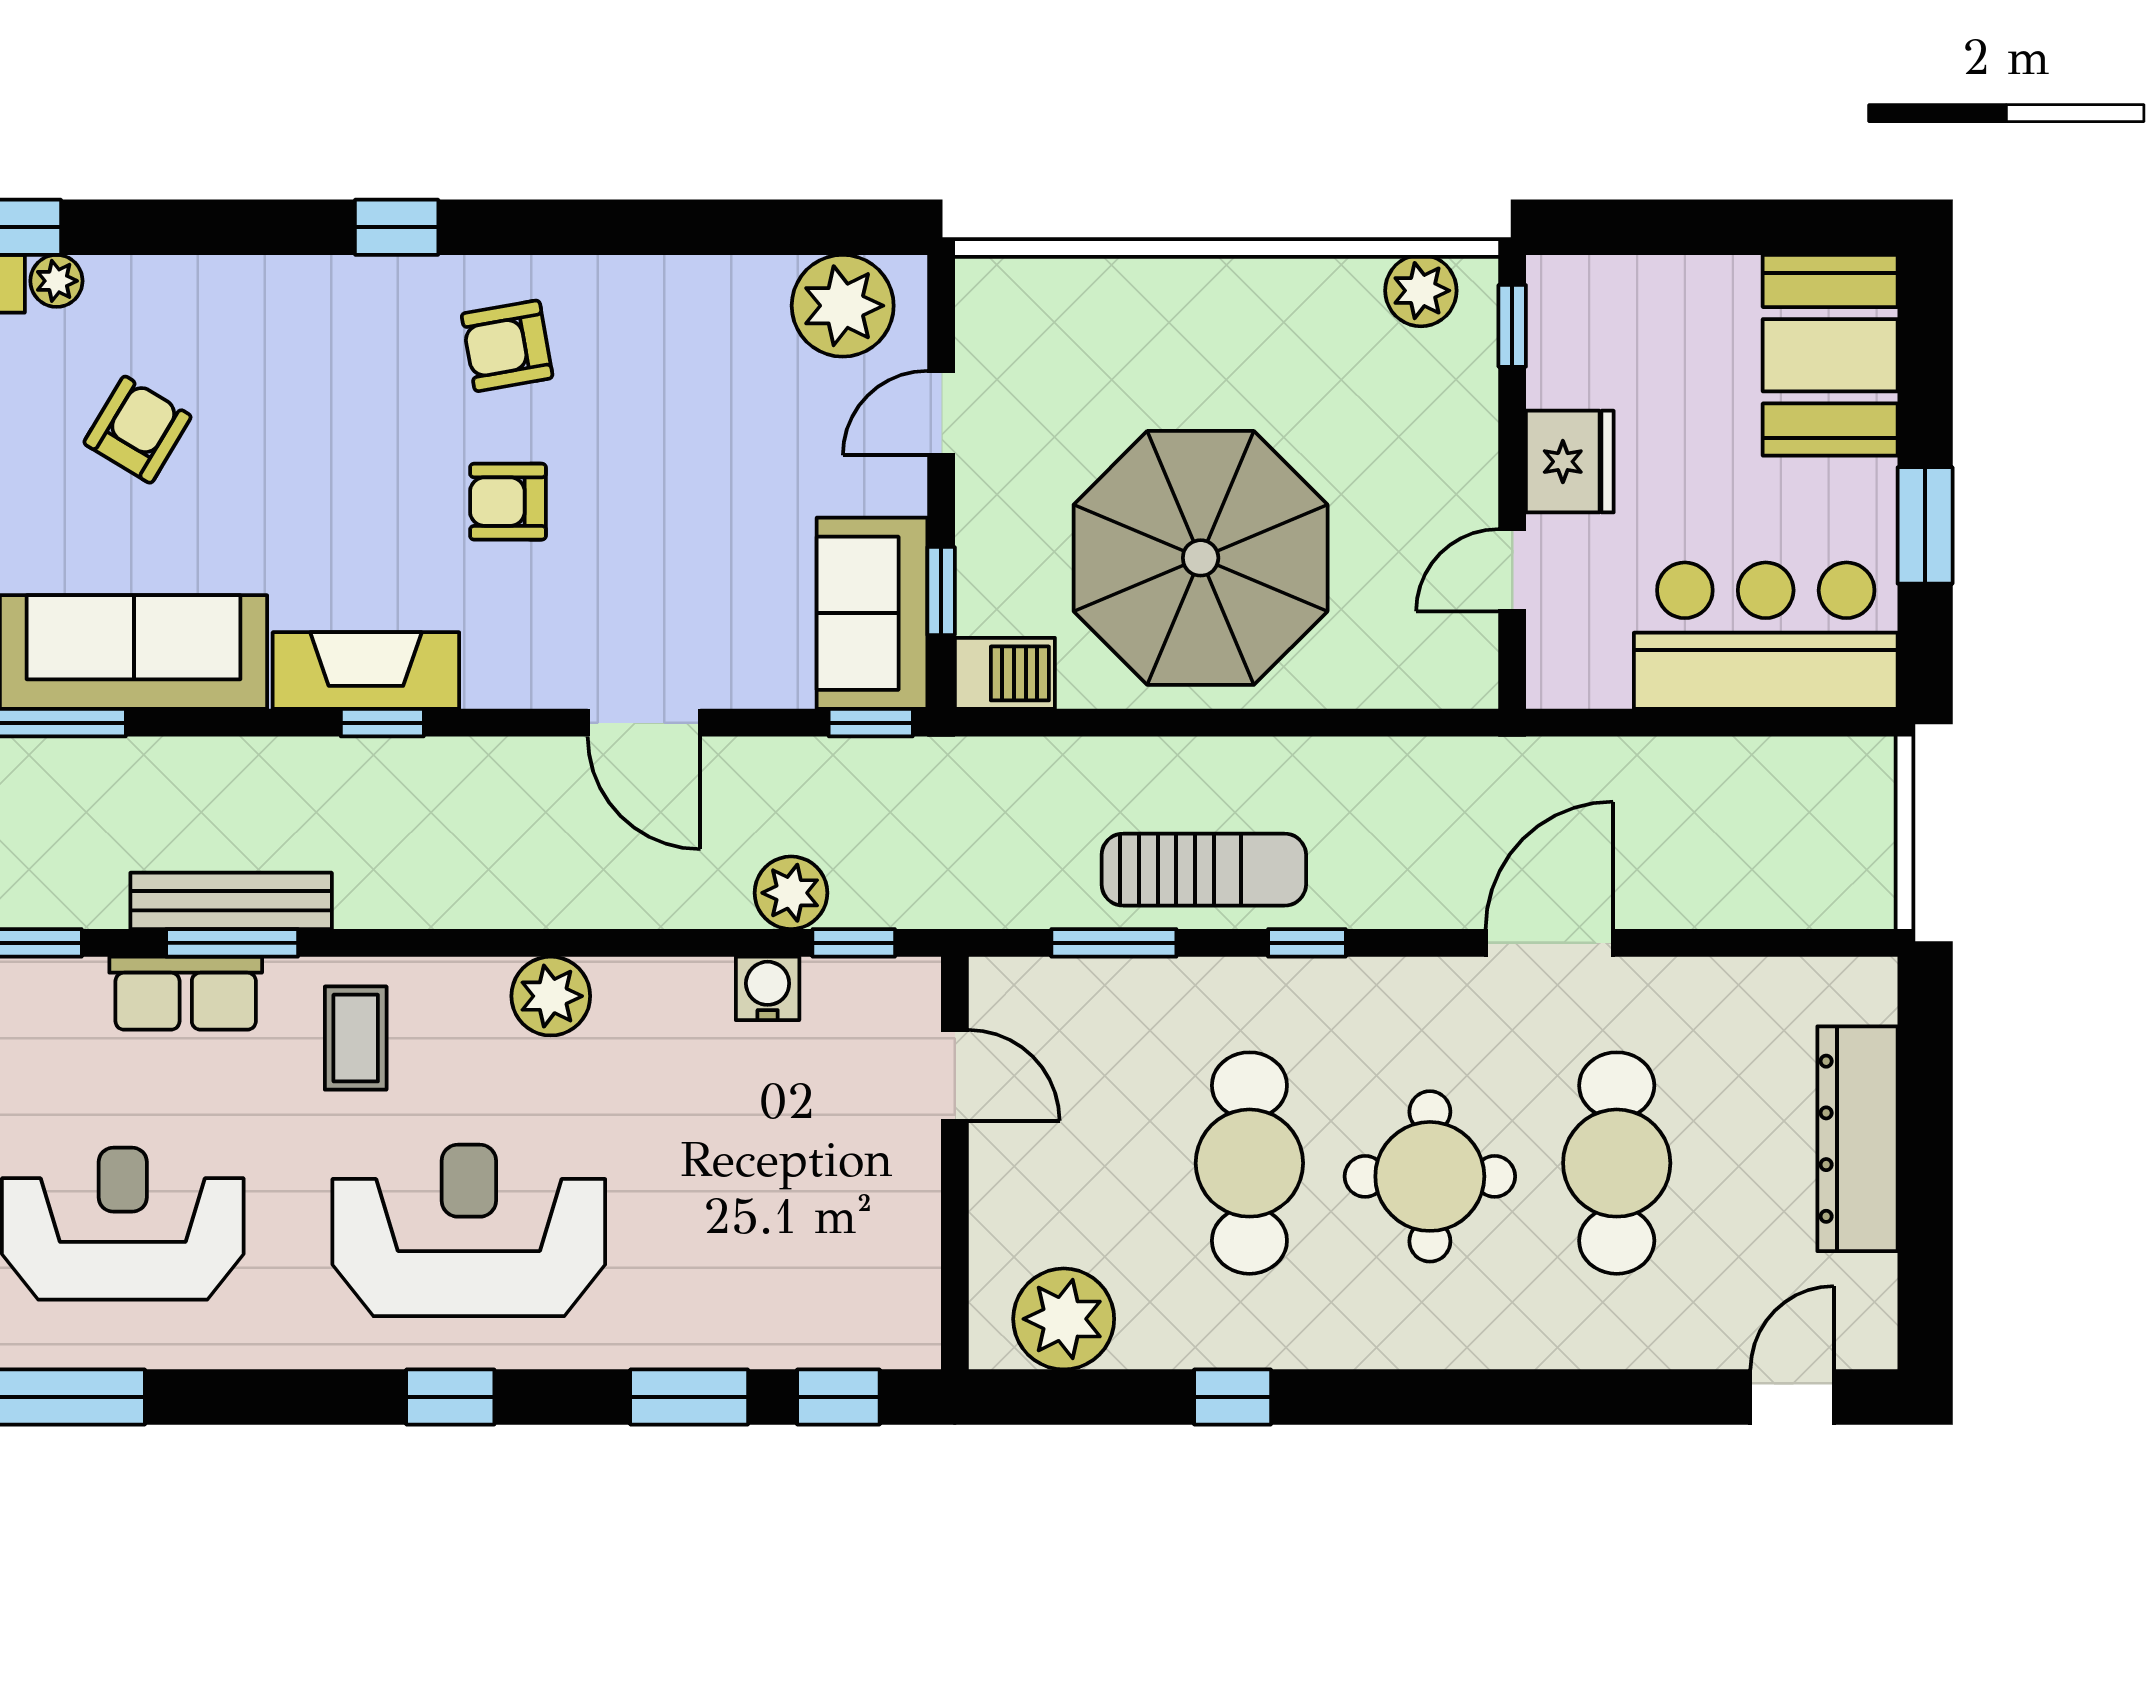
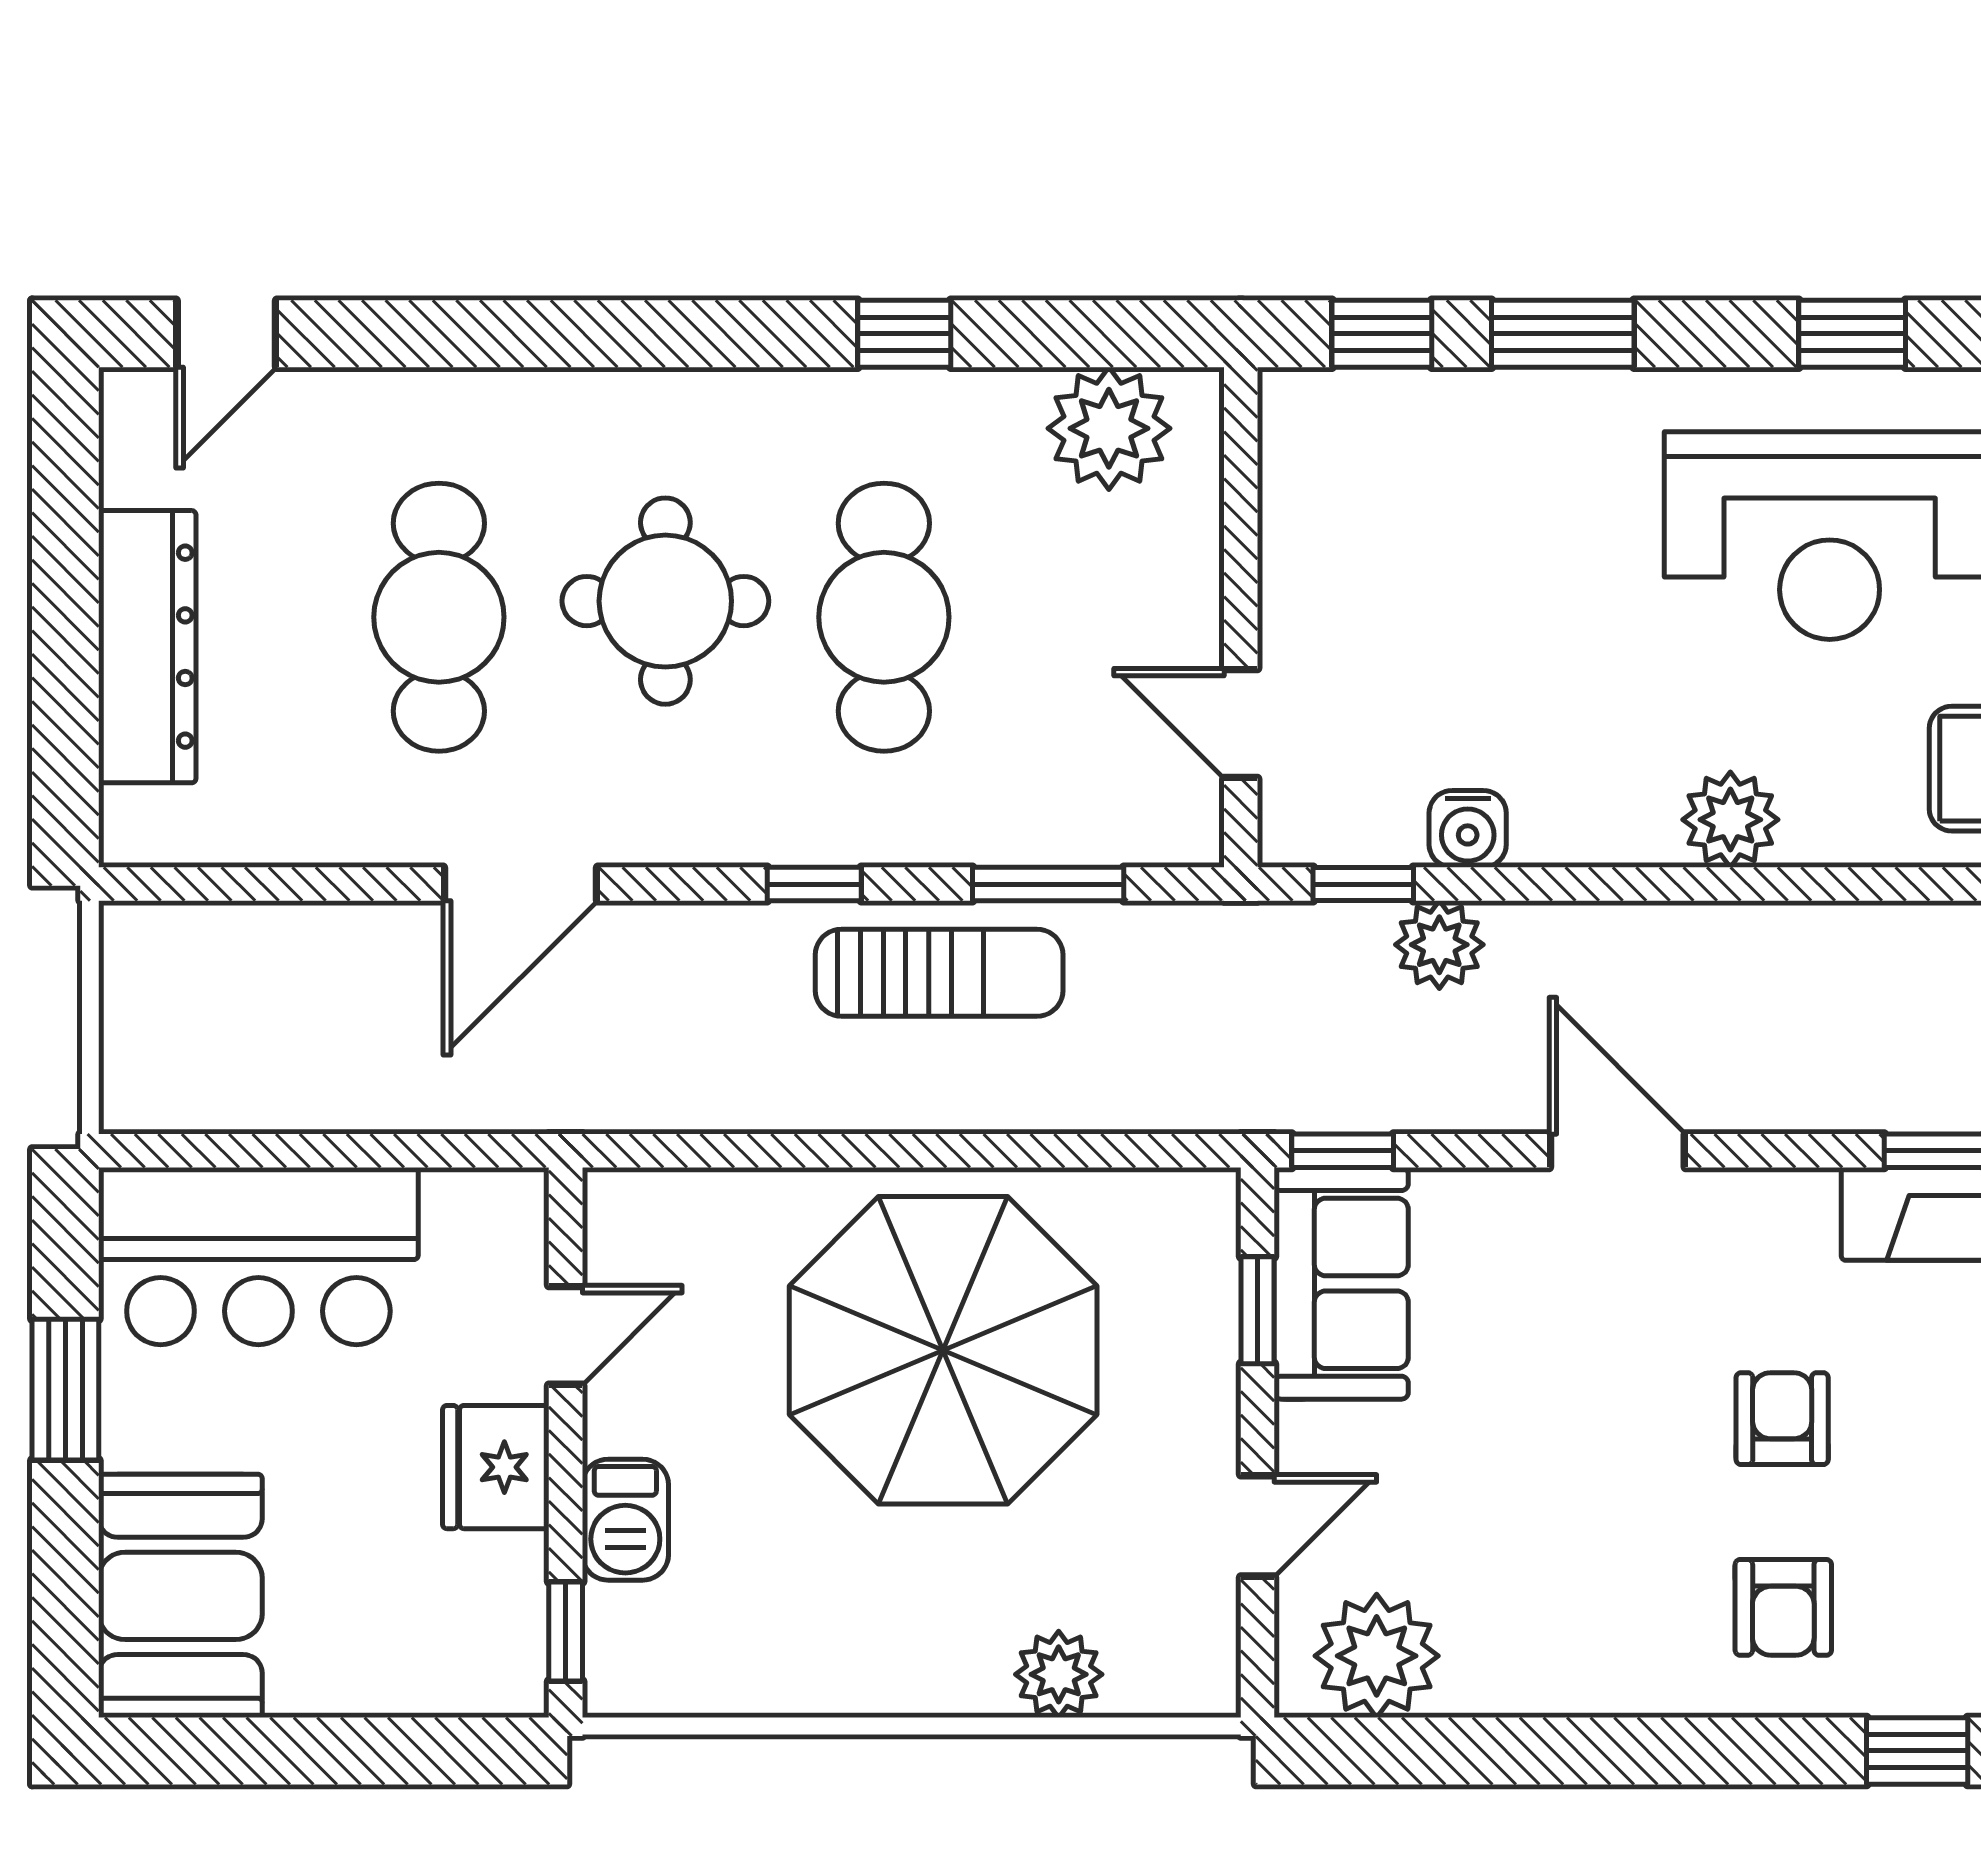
plant: (1421, 291) -> (1059, 1674), moved
armchair: (507, 346) -> (1783, 1607), turned 100
armchair: (508, 502) -> (1782, 1419), turned -90
barbecue: (1005, 673) -> (625, 1520), moved, turned -90
sun lounger: (1204, 870) -> (939, 973), turned 180

